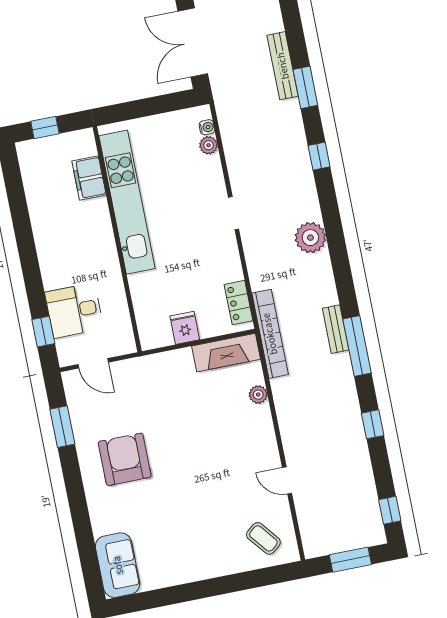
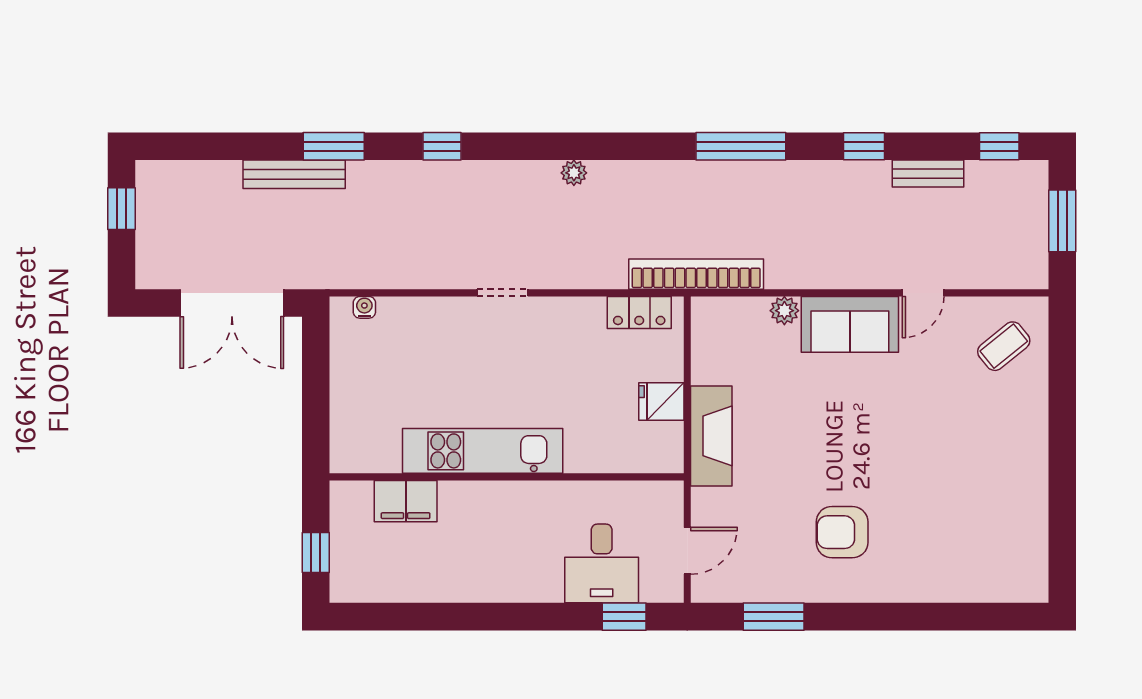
plant: (209, 145) -> (392, 310), removed
kitchen unit: (127, 202) -> (483, 451), width x0.73
plant: (310, 238) -> (574, 173), width x0.53, depth x0.53
bench: (336, 329) -> (928, 174), moved
fireplace: (226, 353) -> (711, 436), moved
armchair: (125, 459) -> (842, 532), width x0.73, depth x0.73
sofa: (118, 565) -> (850, 324), moved, turned 180

